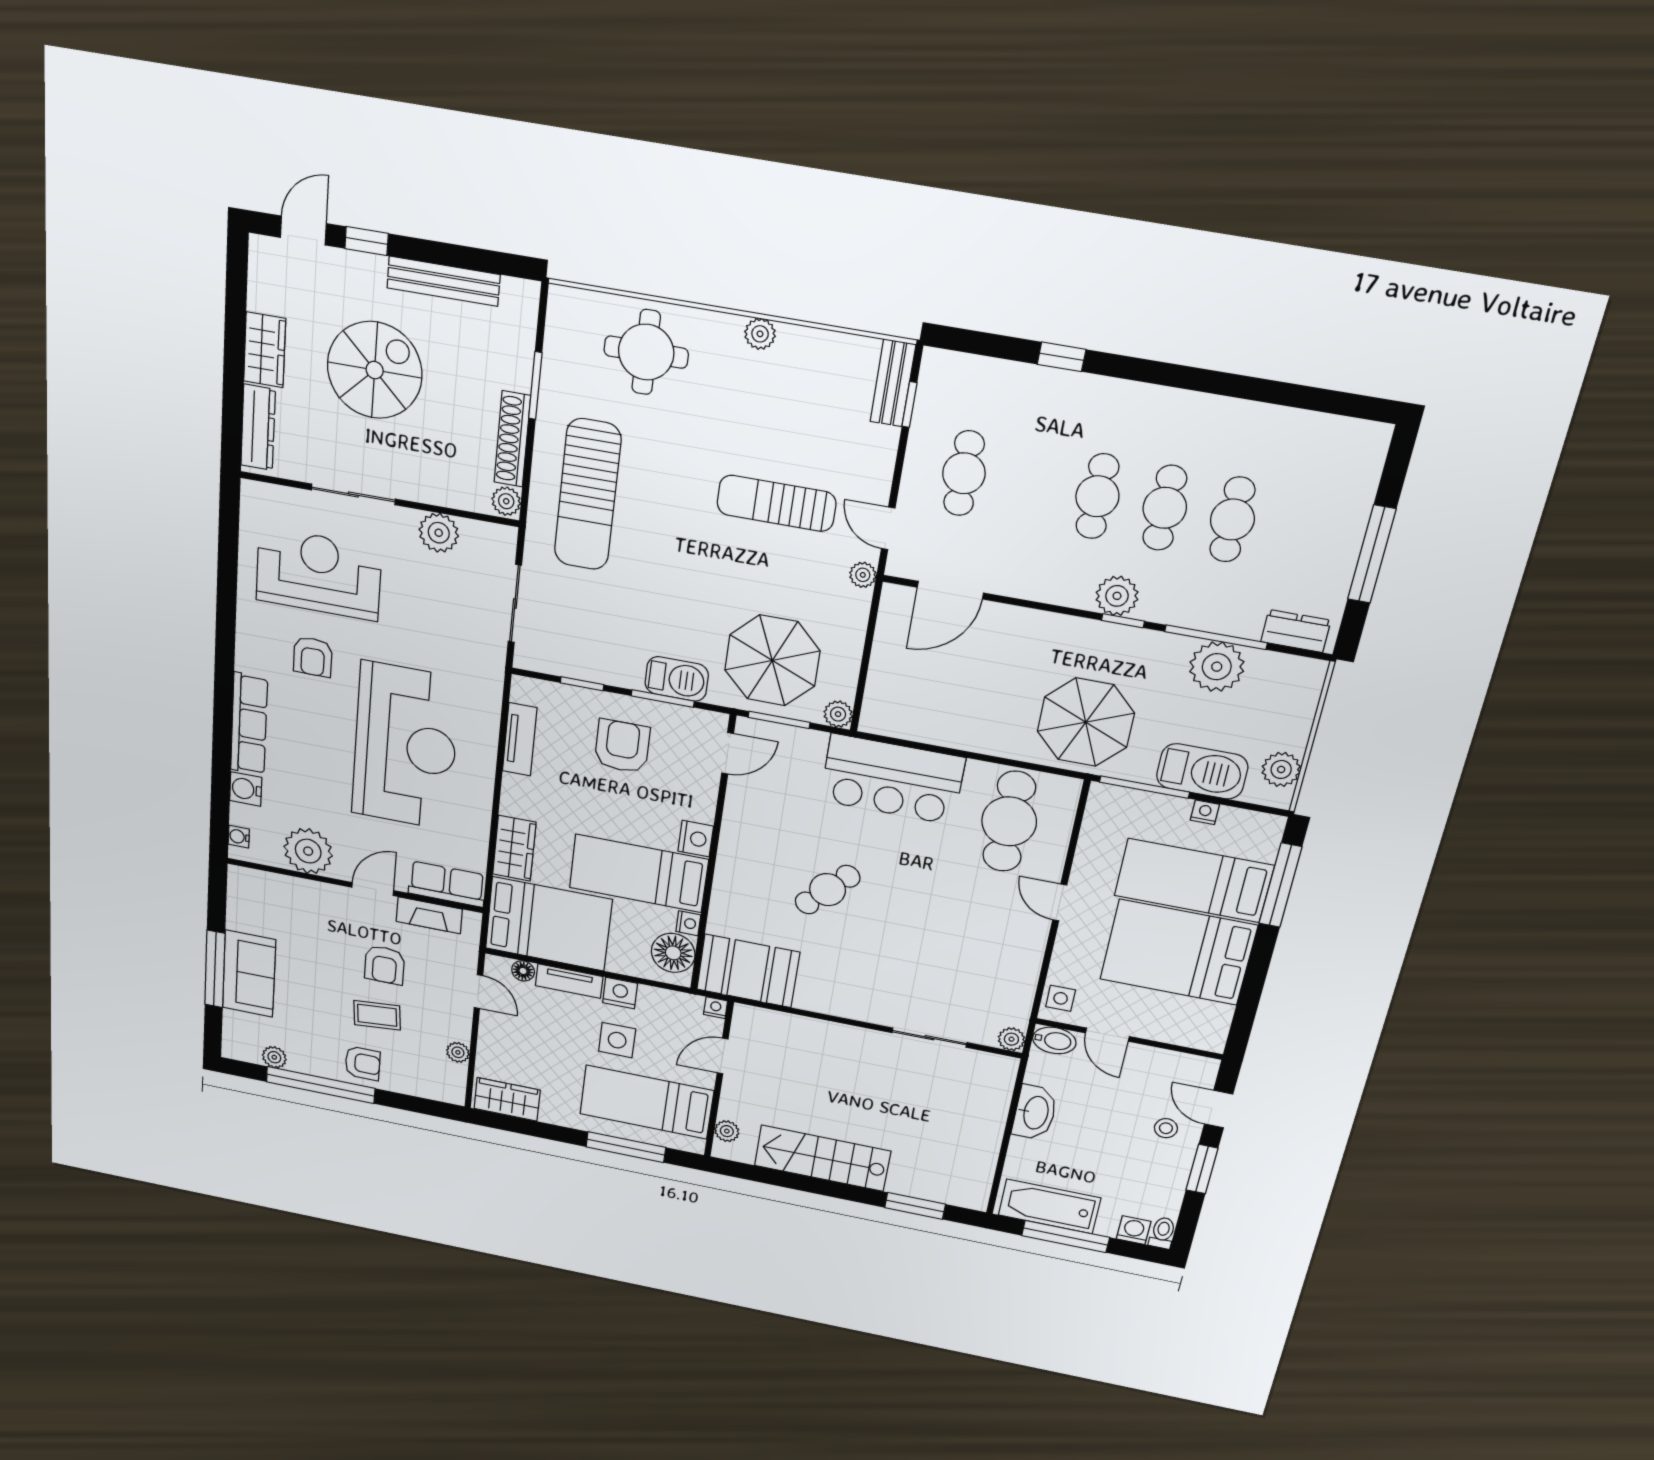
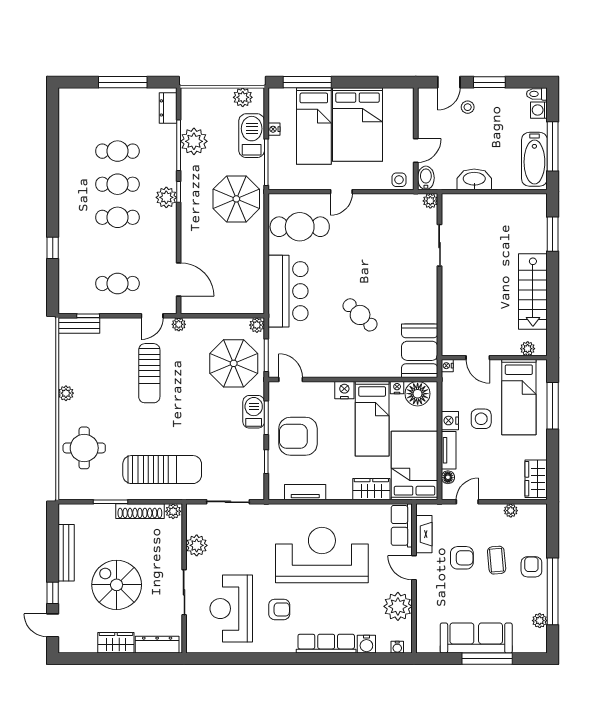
armchair: (622, 746) -> (298, 436), width x1.36, depth x1.36
sofa: (249, 974) -> (476, 638), width x1.36

